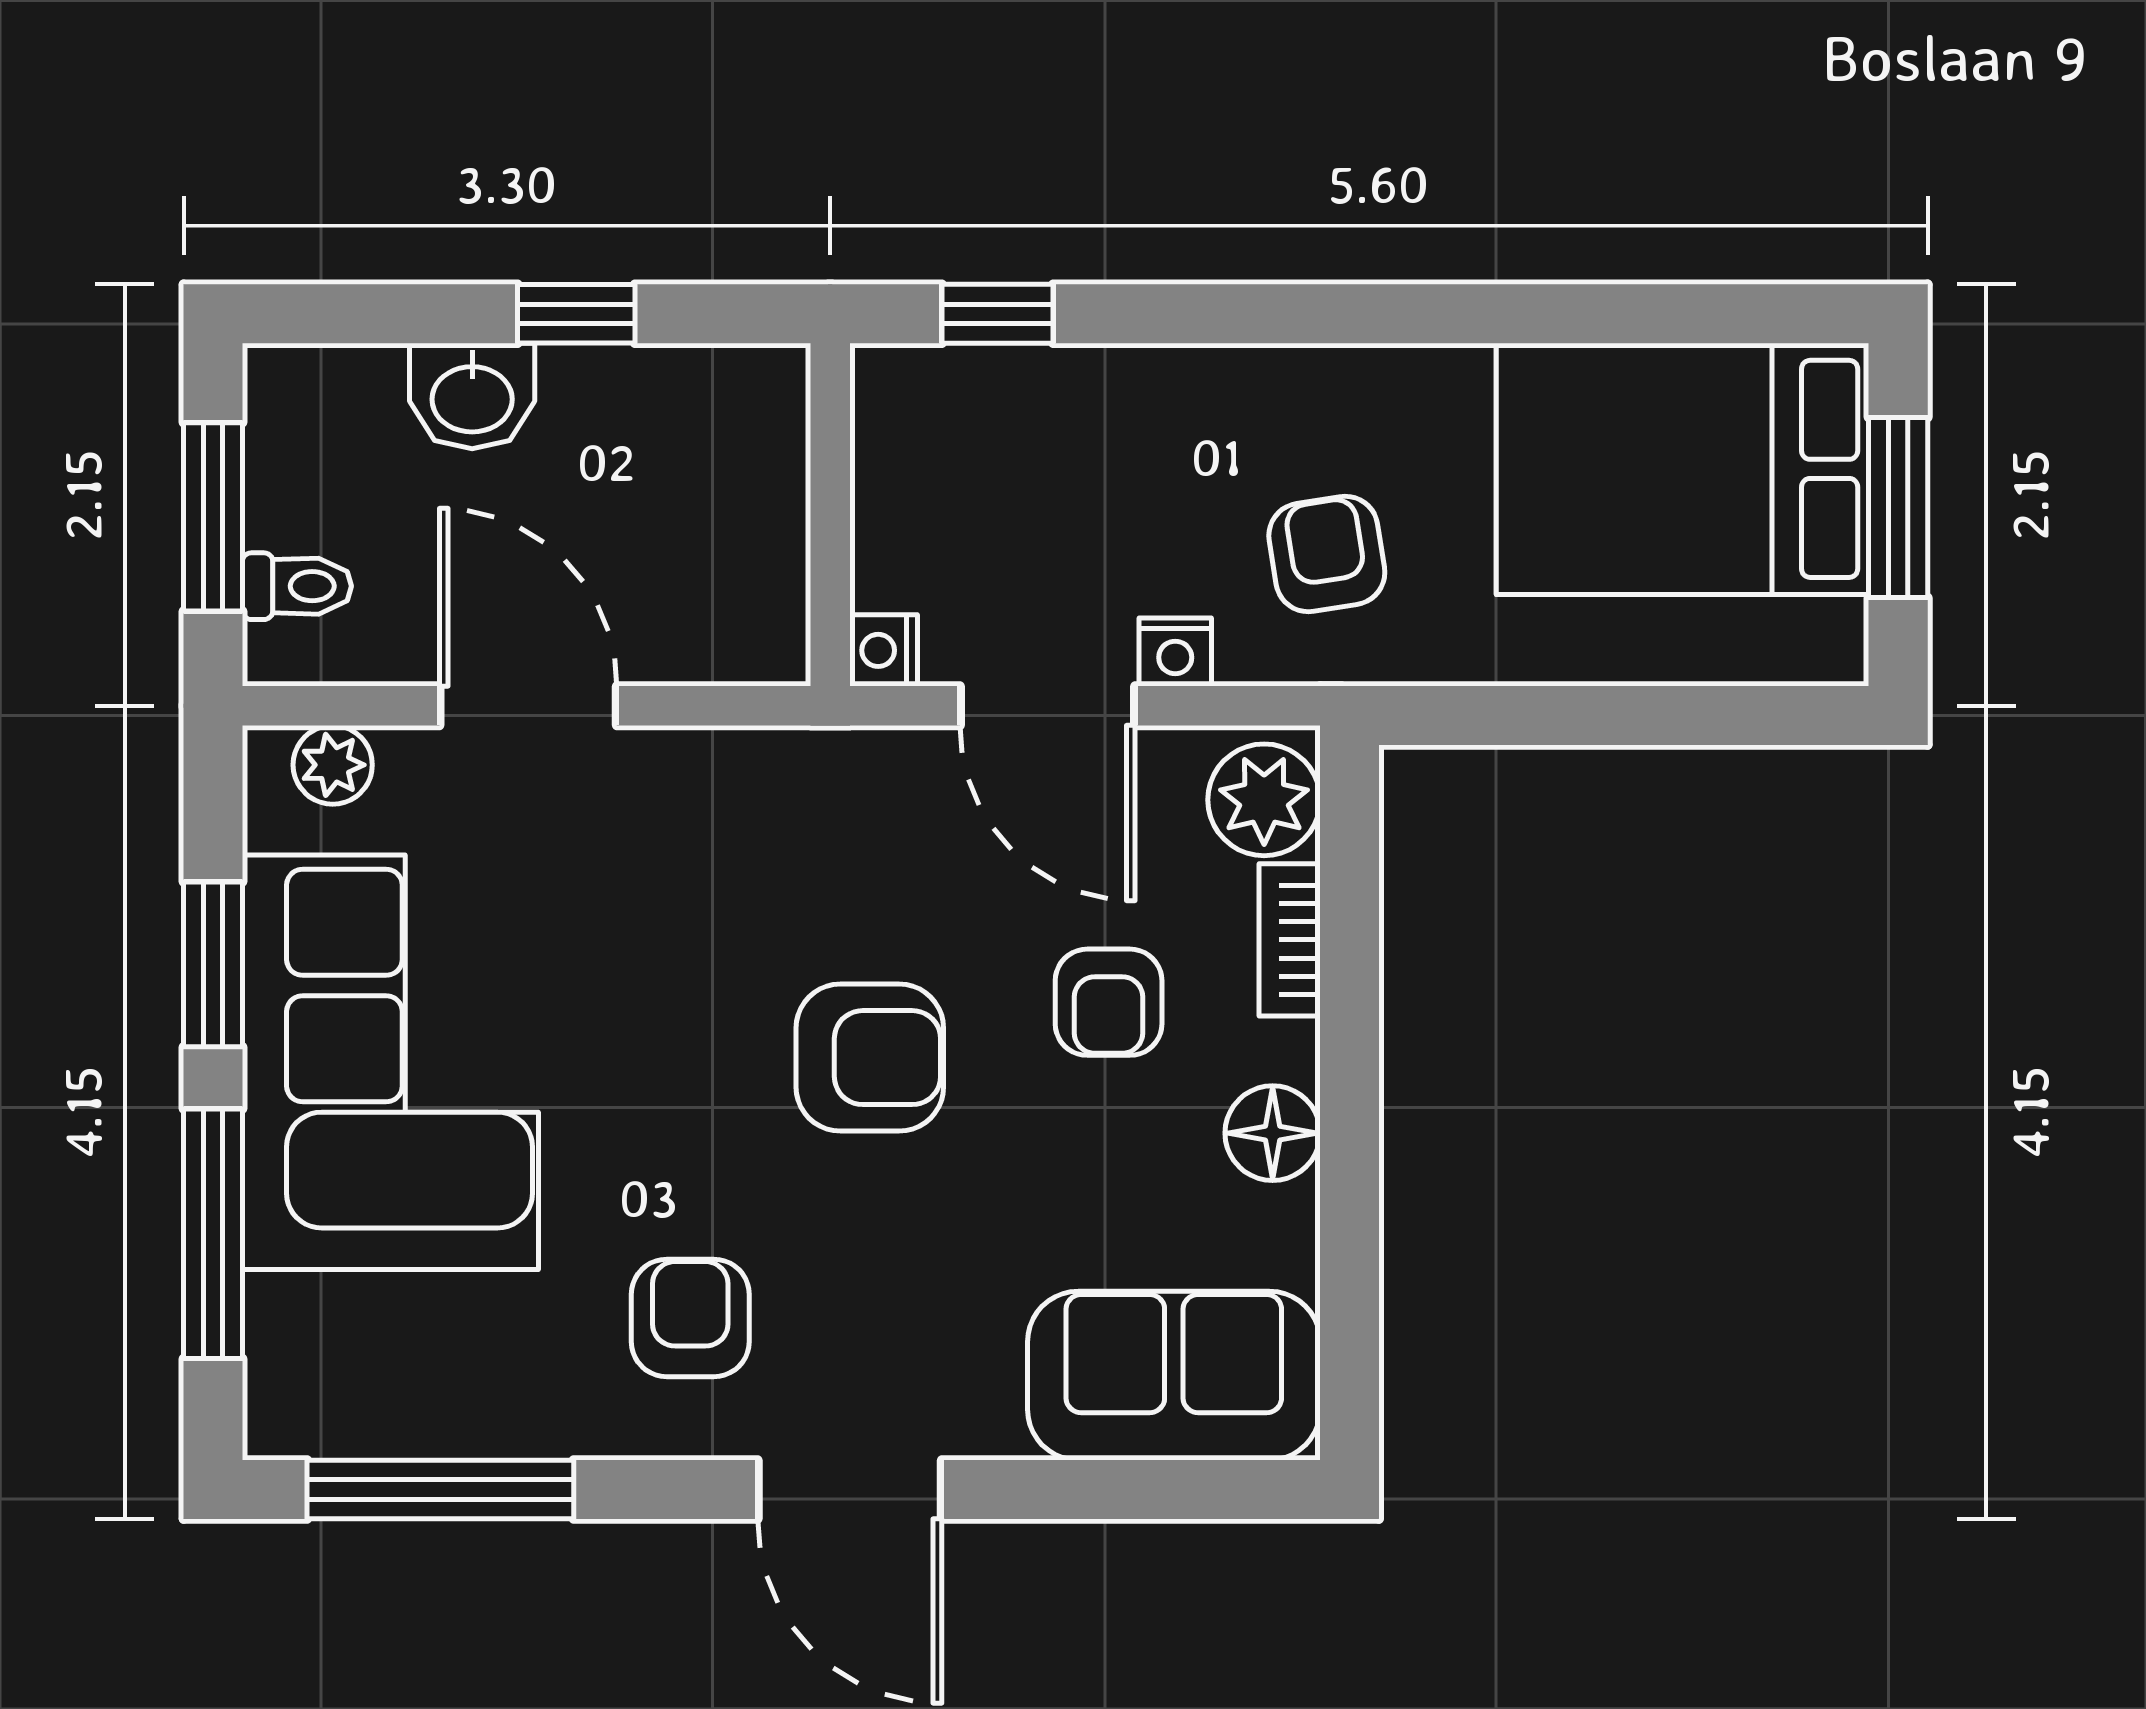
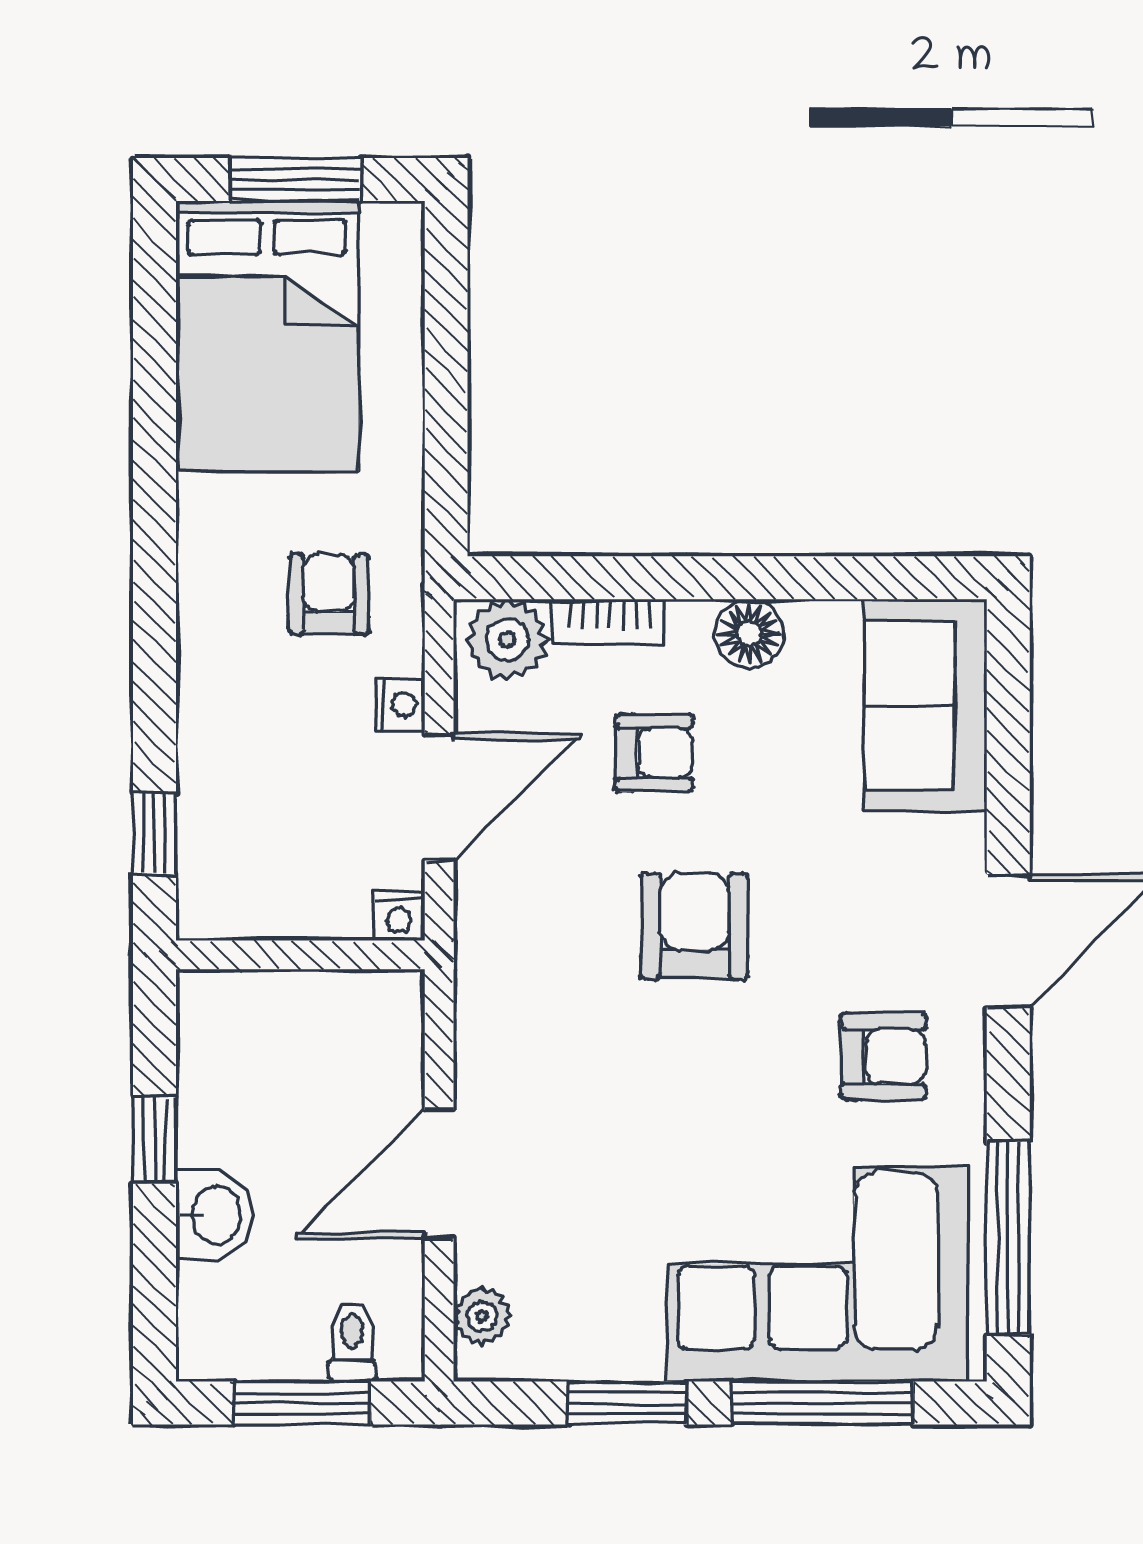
armchair: (1327, 554) -> (329, 594), turned 99
corner sofa: (390, 1062) -> (818, 1274), moved
armchair: (690, 1318) -> (884, 1056), turned 180

